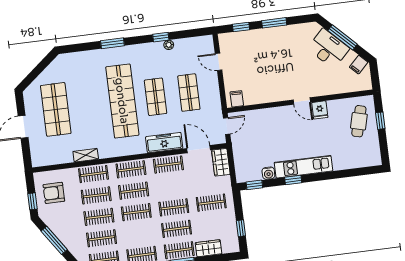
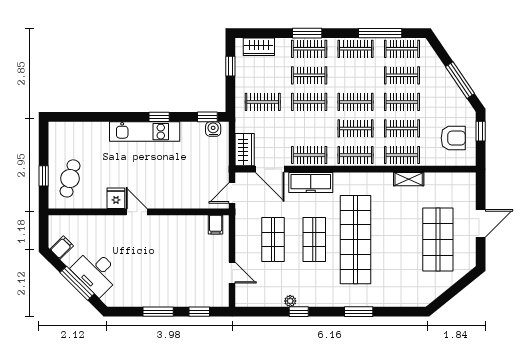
water cooler: (268, 173) -> (213, 129), moved
wardrobe: (209, 248) -> (259, 47), moved

